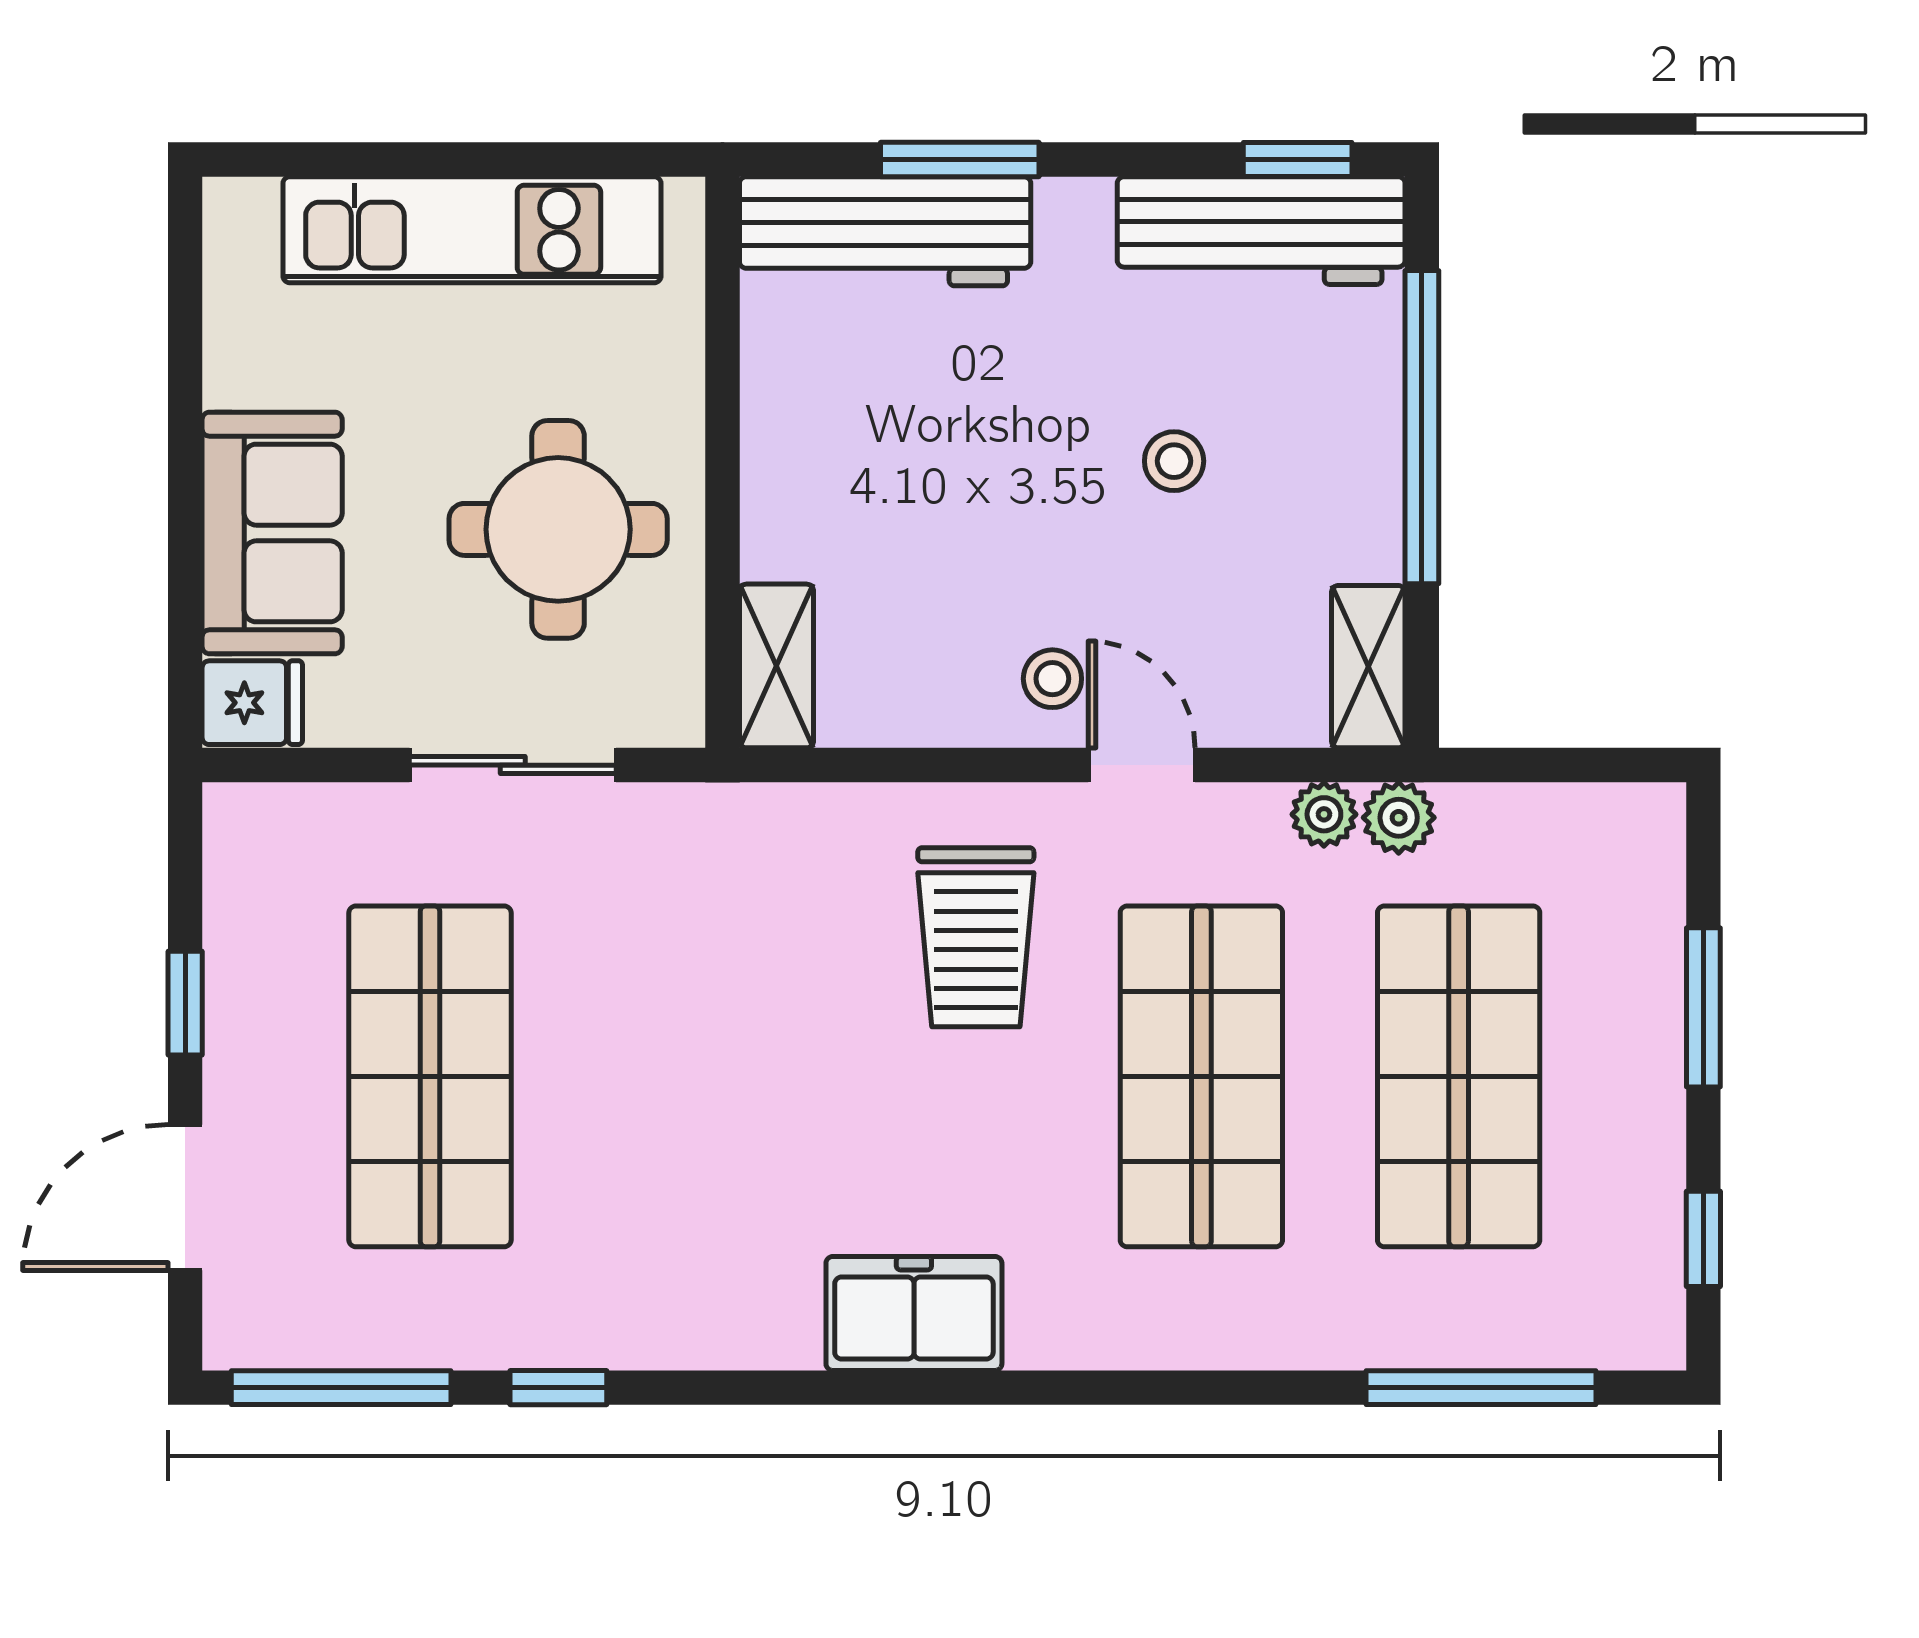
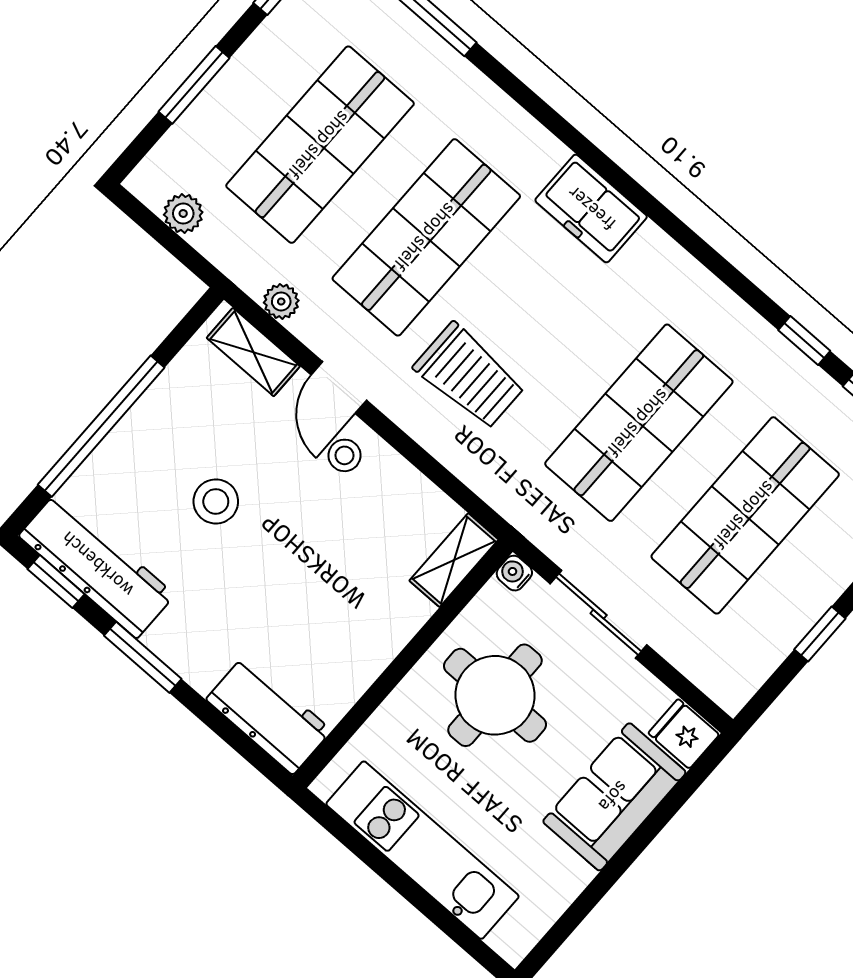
window: (960, 159) -> (143, 657), moved
workbench: (885, 231) -> (269, 715), width x0.73
stool: (1174, 461) -> (216, 501), width x1.37, depth x1.37
shelving: (1368, 667) -> (253, 352), moved, turned 90
water cooler: (678, 721) -> (514, 573), added
plant: (1399, 818) -> (183, 214), moved
trolley: (976, 937) -> (469, 376), turned 90
shop shelf: (687, 1076) -> (639, 423), added
freezer: (914, 1313) -> (591, 209), moved

